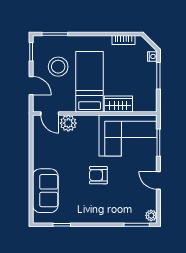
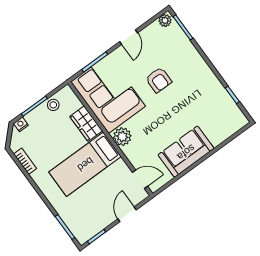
stool: (58, 67) -> (53, 105), moved, width x0.53, depth x0.53
door: (50, 113) -> (140, 179), hinge flipped
plant: (68, 123) -> (122, 137), moved
armchair: (98, 175) -> (159, 80), moved
sofa: (45, 191) -> (186, 152), moved

